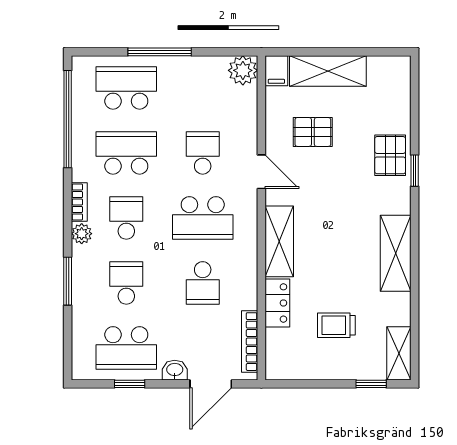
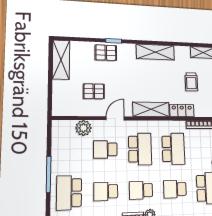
plant: (243, 70) -> (83, 128), moved
filing cabinet: (276, 71) -> (60, 110), removed
shelving: (328, 71) -> (61, 60), moved
pallet: (313, 132) -> (94, 91), turned 90
school desk: (126, 153) -> (106, 191), width x0.54
school desk: (203, 283) -> (173, 149), width x1.85

